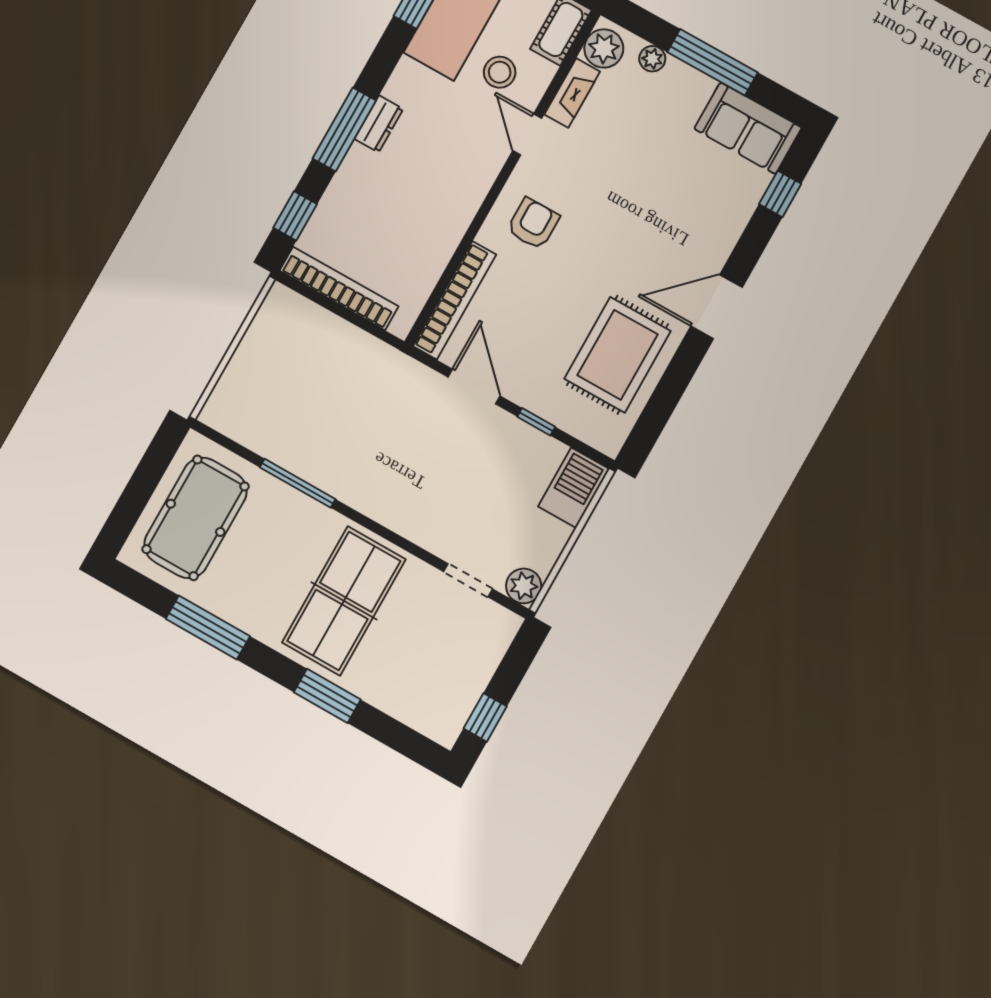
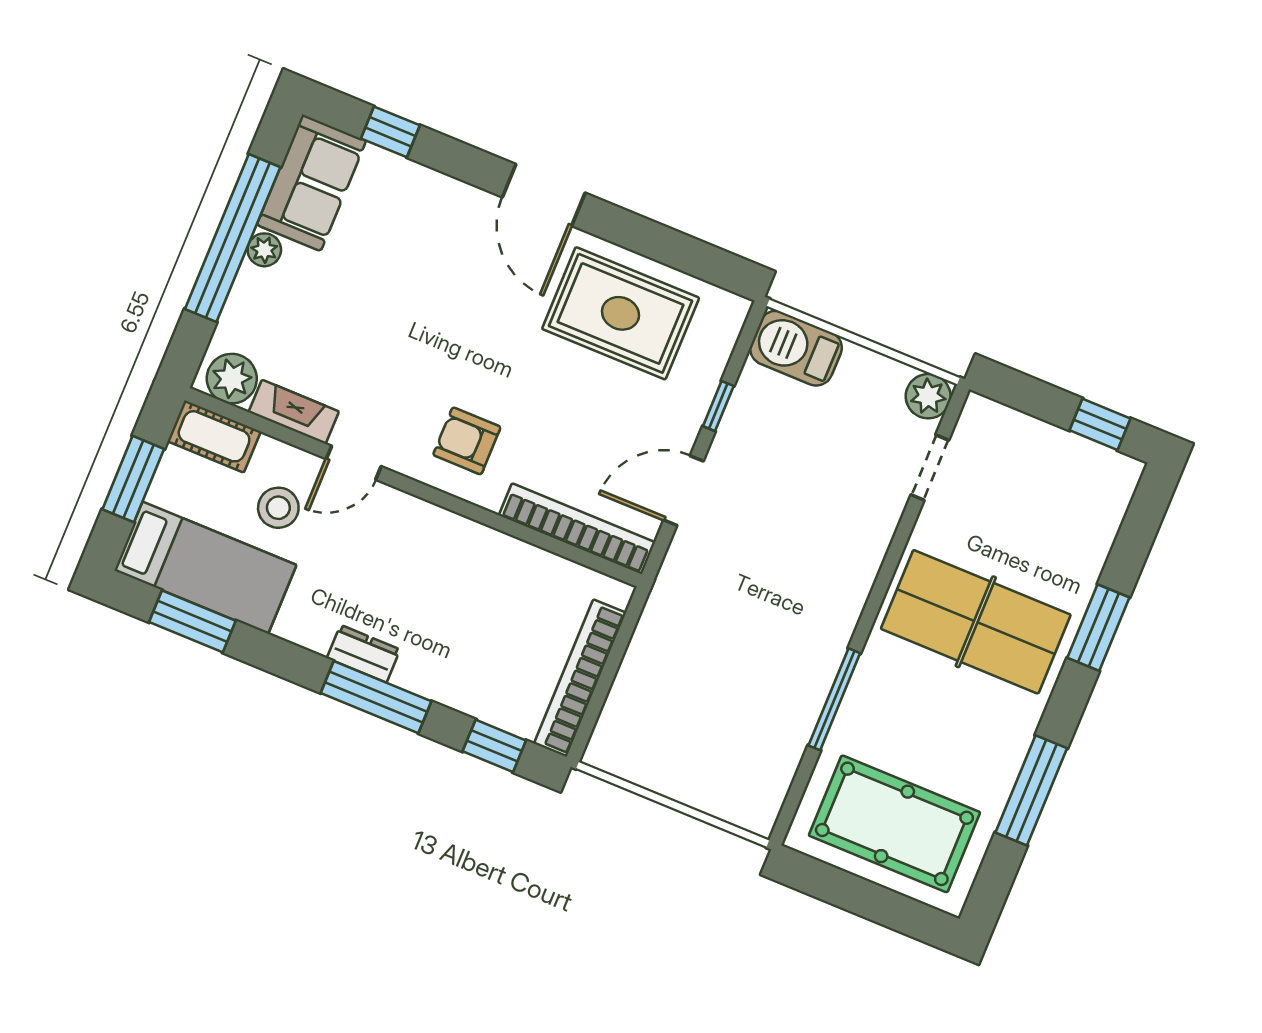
plant: (652, 59) -> (264, 250), moved
window: (712, 62) -> (233, 238), width x1.46

